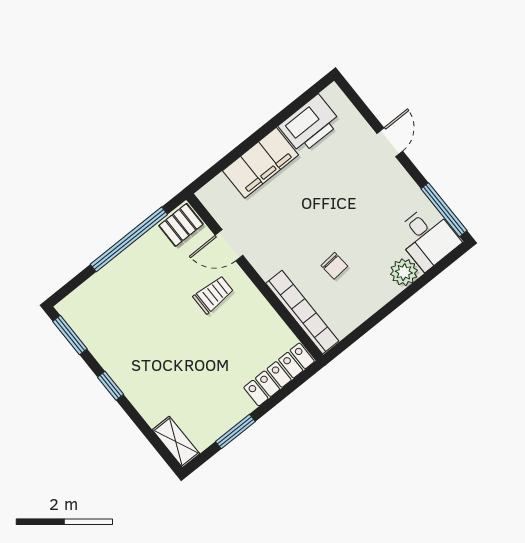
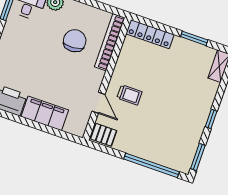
window: (129, 239) -> (151, 165), moved
chair: (334, 266) -> (75, 41), width x1.87, depth x1.87
trolley: (213, 295) -> (129, 95), turned 180

